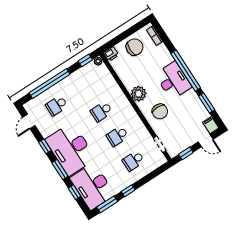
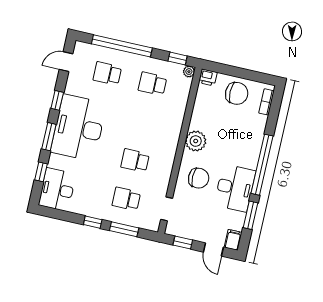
desk: (173, 81) -> (235, 188), moved
school desk: (102, 111) -> (152, 84), moved
chair: (160, 111) -> (199, 178), turned -90
desk: (92, 186) -> (57, 190), width x0.73, depth x0.77
window: (107, 204) -> (124, 229), moved

